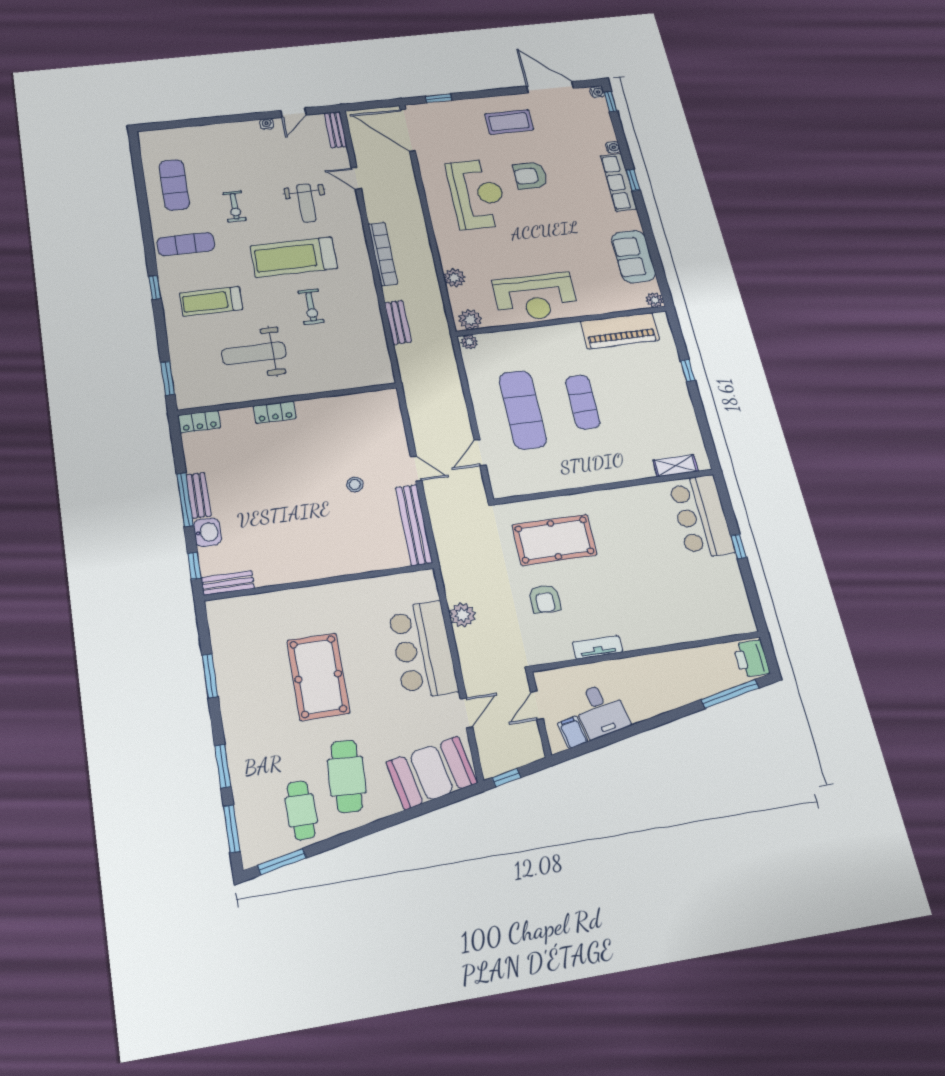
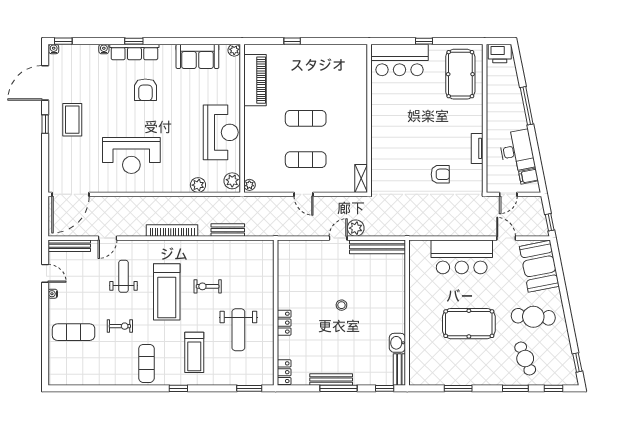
window: (439, 98) -> (45, 124), moved
bench: (336, 130) -> (70, 246), width x1.36
armchair: (530, 176) -> (145, 90), moved
exercise mat: (174, 185) -> (74, 332), moved
reception desk: (477, 194) -> (131, 156), turned 180
weight bench: (306, 203) -> (123, 276), turned -90
exercise bike: (311, 307) -> (208, 286), turned 180
exercise mat: (523, 410) -> (306, 160), width x0.73, depth x0.69
door: (480, 453) -> (304, 194), moved
shelving: (676, 466) -> (361, 178), moved
stool: (355, 484) -> (341, 305), moved
bench: (199, 495) -> (331, 379), width x1.36
washbasin: (207, 532) -> (397, 343), moved, turned -90
pool table: (554, 540) -> (460, 74), moved
plant: (462, 615) -> (356, 228), moved
window: (730, 694) -> (527, 106), moved
door: (537, 705) -> (508, 194), hinge flipped
desk: (601, 711) -> (517, 151), width x1.37
cafe table: (301, 810) -> (525, 358), moved, turned 68
window: (232, 829) -> (553, 388), width x0.67
window: (282, 862) -> (577, 362), width x0.67

